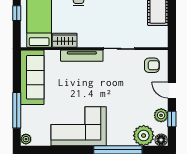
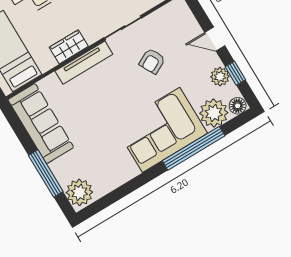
wardrobe: (65, 40) -> (69, 47), moved
armchair: (152, 65) -> (152, 61), moved, turned 152
corner sofa: (79, 126) -> (161, 130), moved
plant: (26, 139) -> (79, 192), width x1.88, depth x1.88

